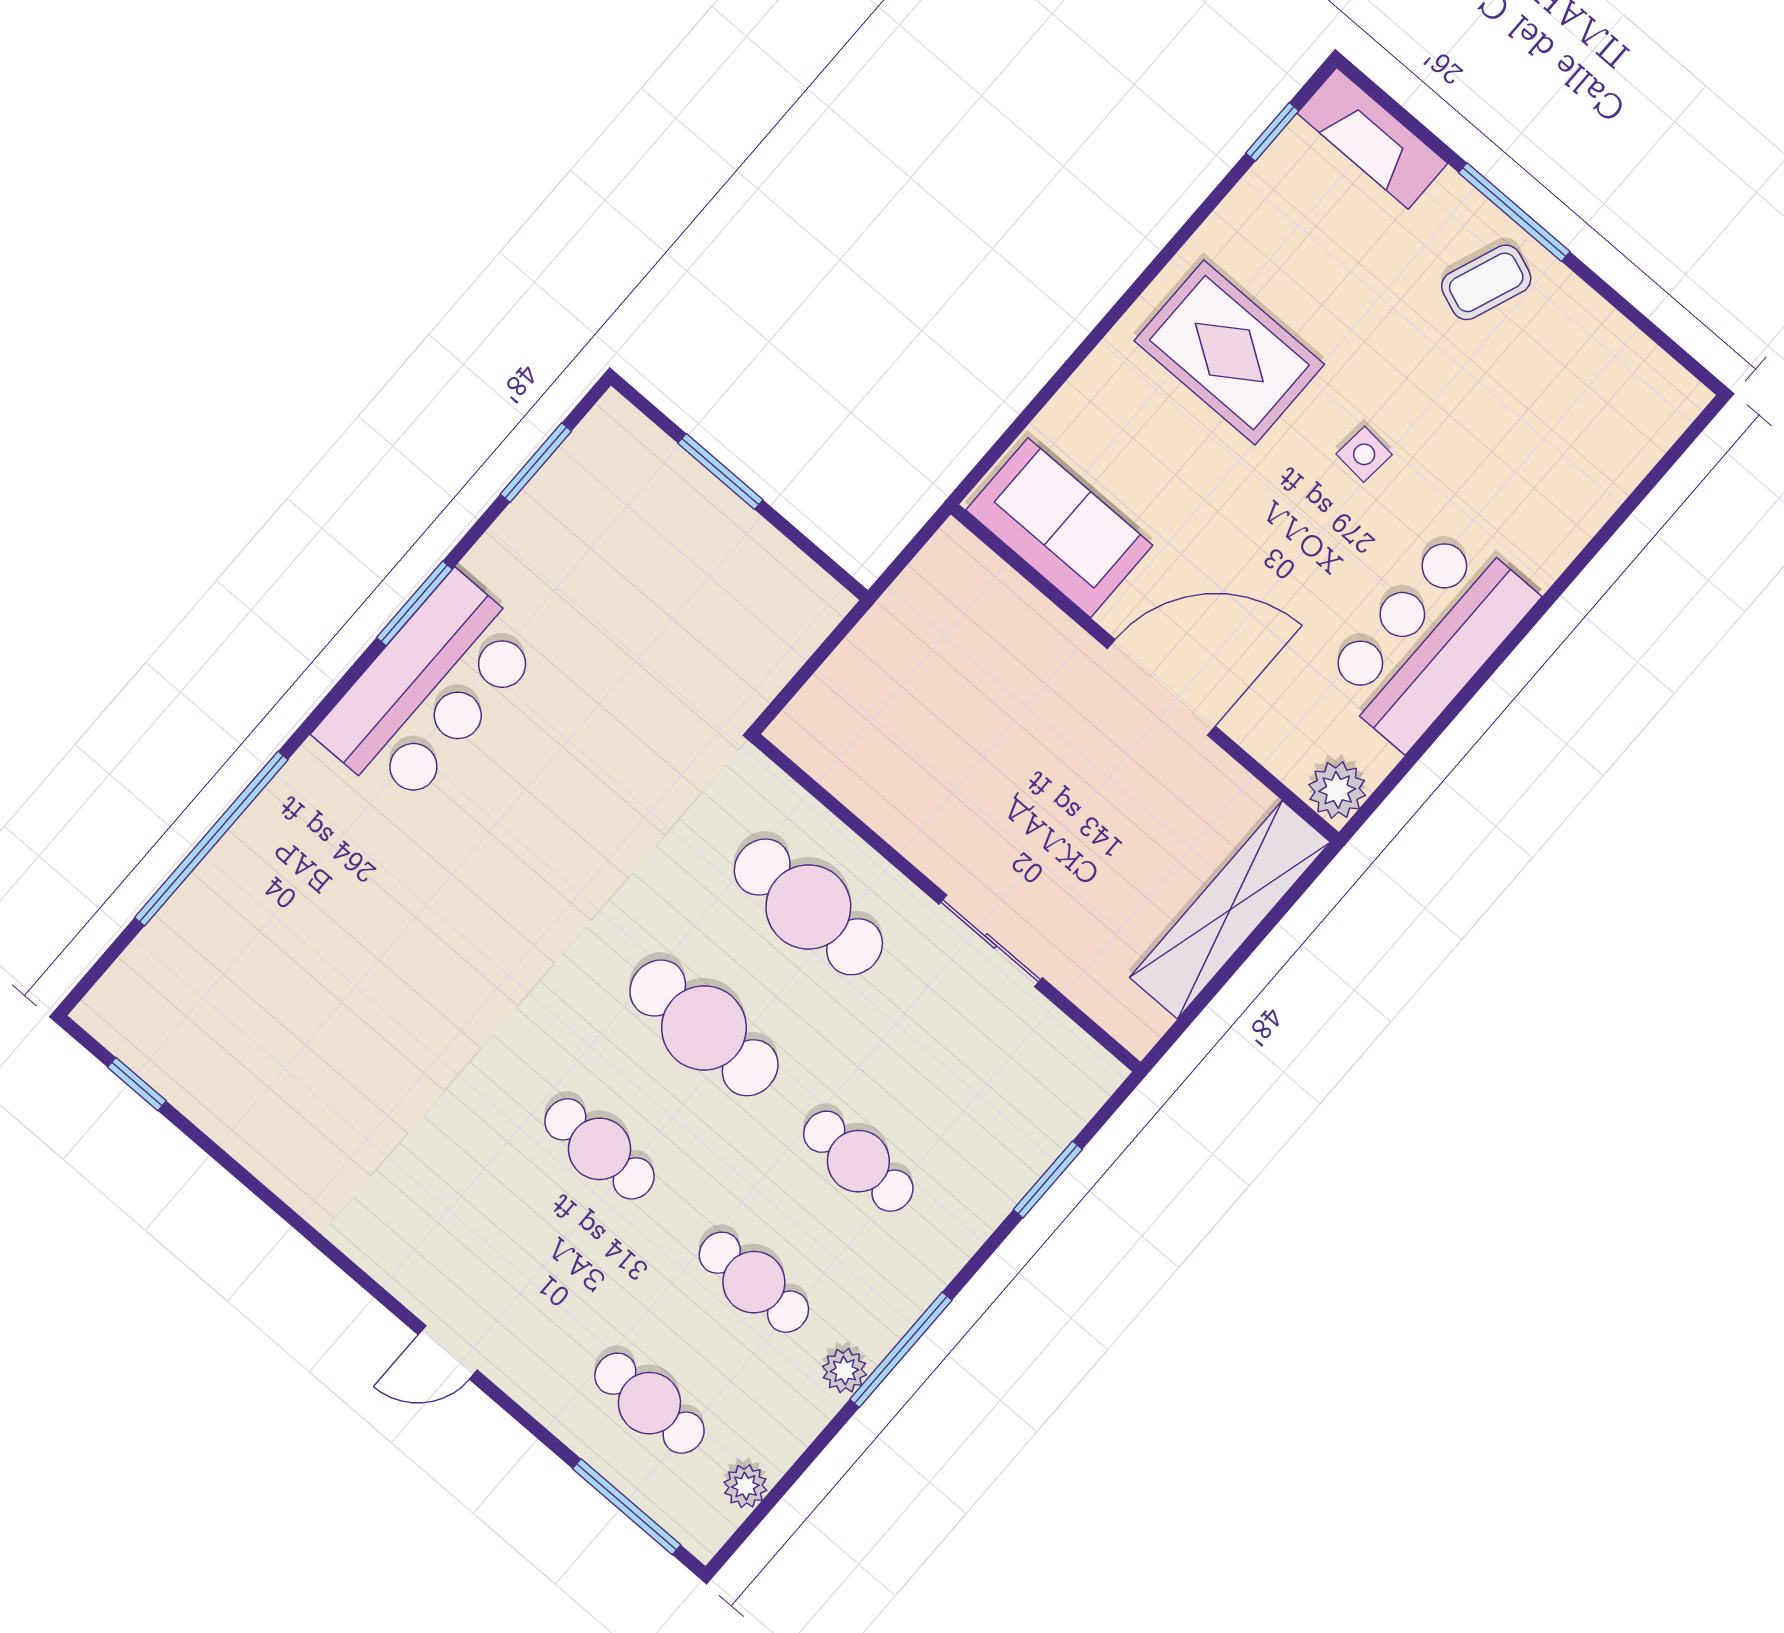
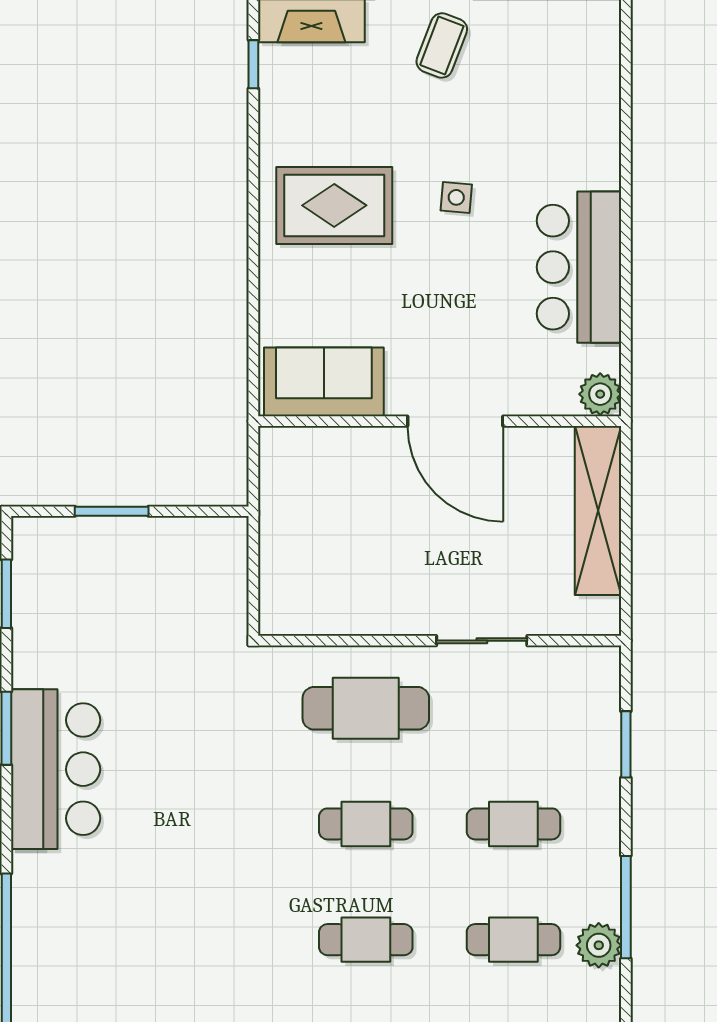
door: (1161, 687) -> (455, 421), swing flipped
cafe table: (704, 1028) -> (366, 824), width x0.73, depth x0.74
plant: (844, 1371) -> (599, 945), width x1.38, depth x1.38

